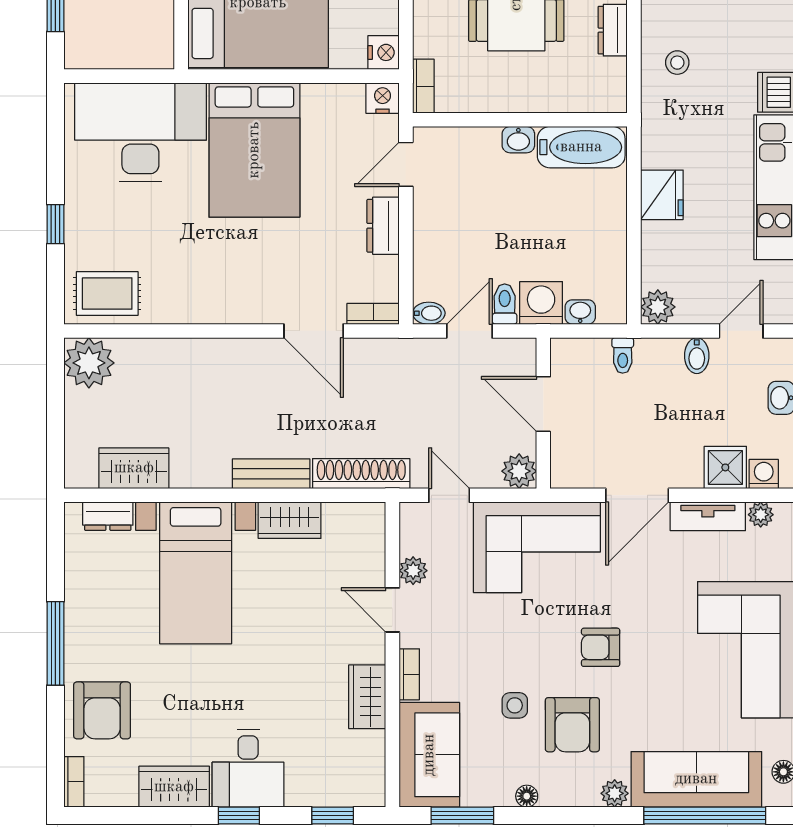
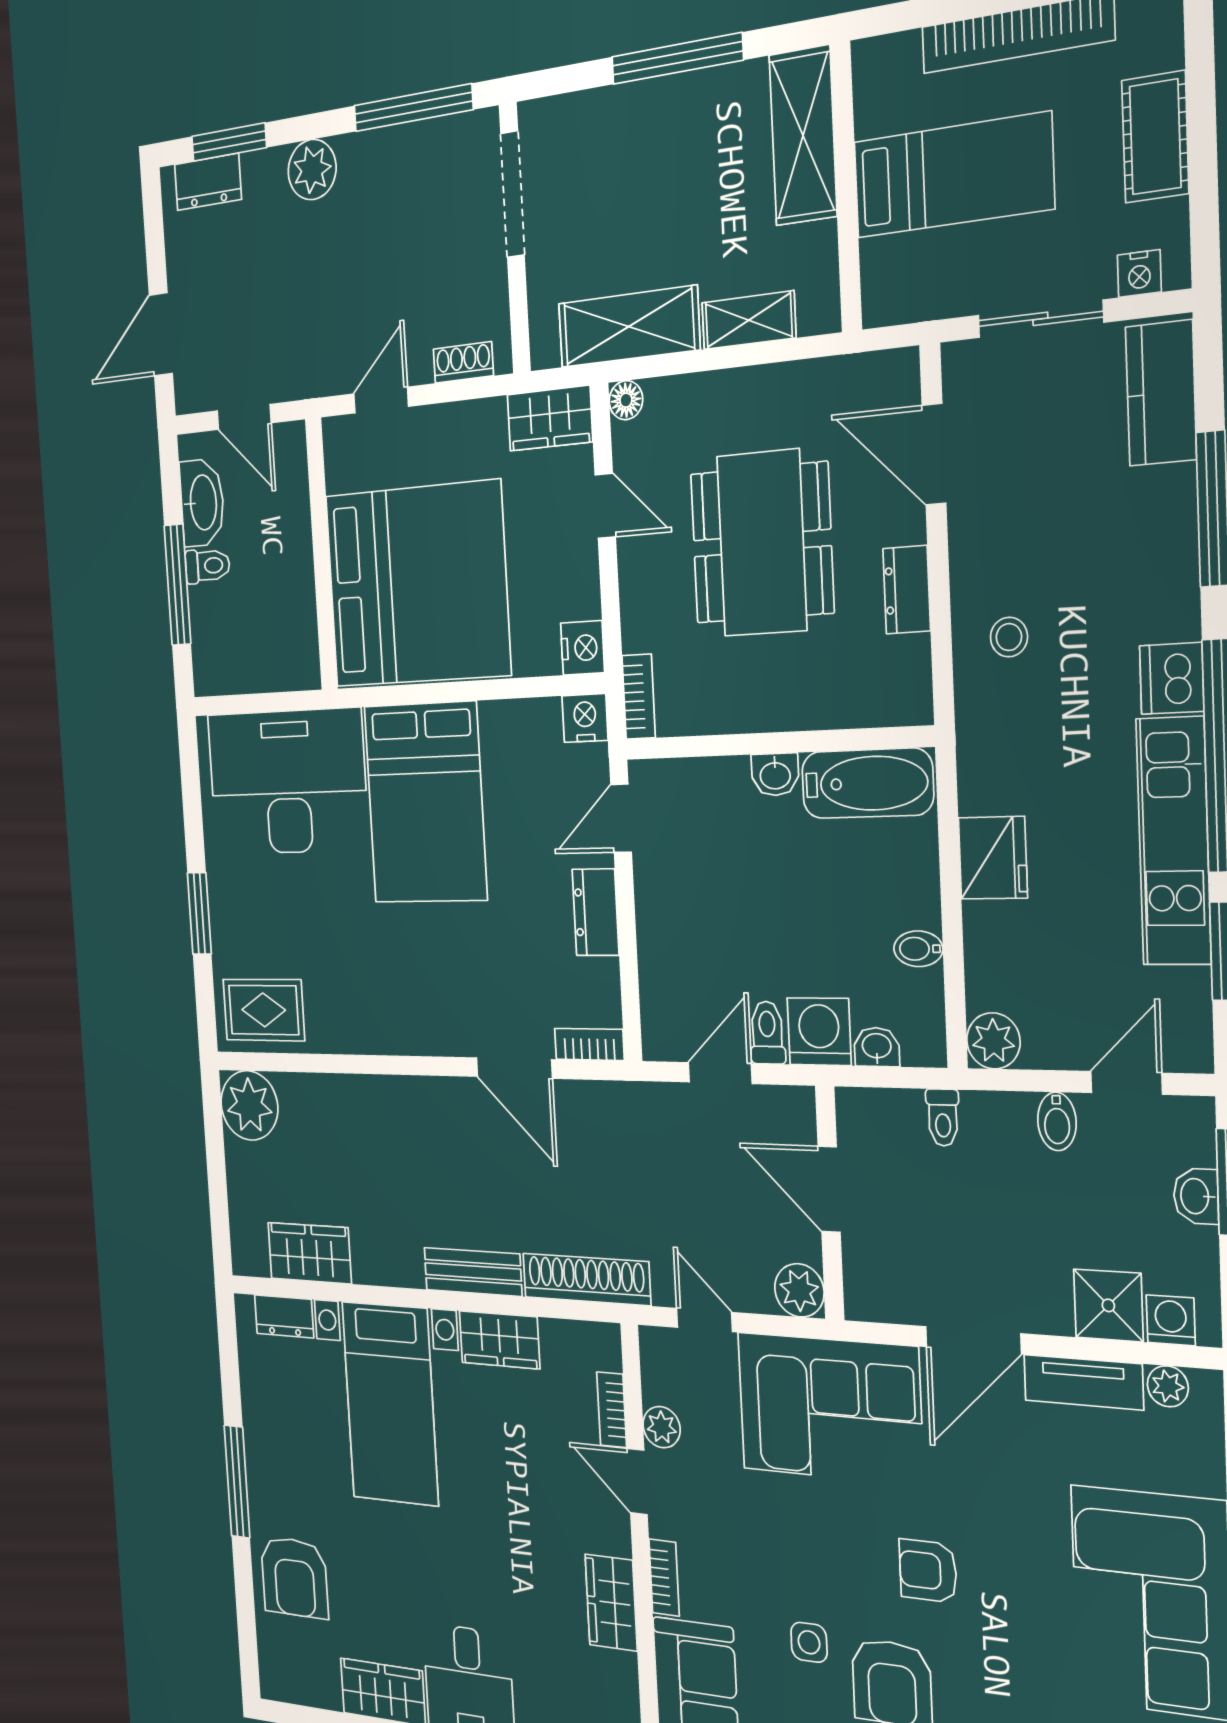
window: (55, 224) -> (199, 913), width x1.50
bidet: (429, 313) -> (918, 949), moved, turned 180
bookcase: (74, 782) -> (612, 1410), moved, turned 180

